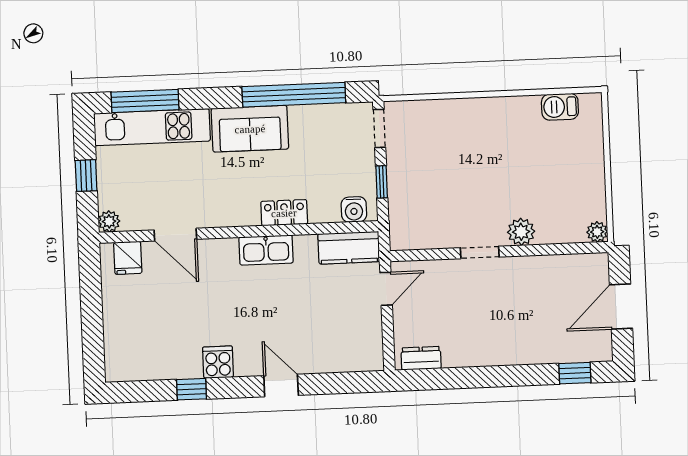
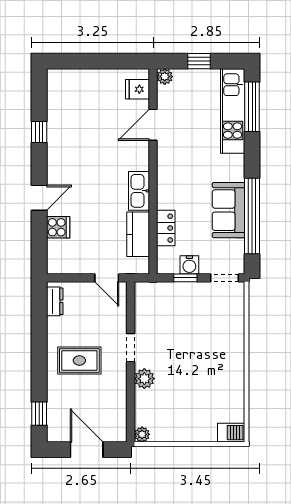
barbecue: (560, 107) -> (231, 433), moved, turned 90
sofa: (250, 129) -> (228, 210), moved
water cooler: (354, 209) -> (189, 265), moved, turned -90
locker: (284, 213) -> (166, 228), moved
kitchen counter: (349, 248) -> (138, 234), moved
rug: (500, 321) -> (79, 361), added
cooker: (218, 362) -> (58, 227), moved

